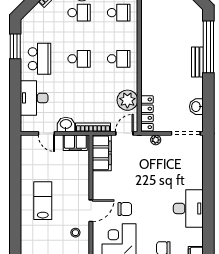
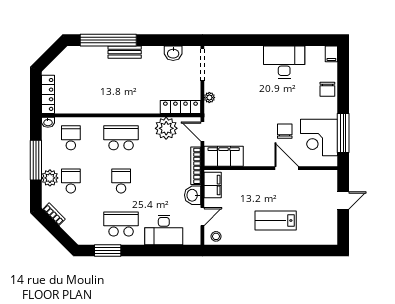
school desk: (119, 59) -> (121, 138), width x1.85
stool: (75, 233) -> (216, 236), moved

